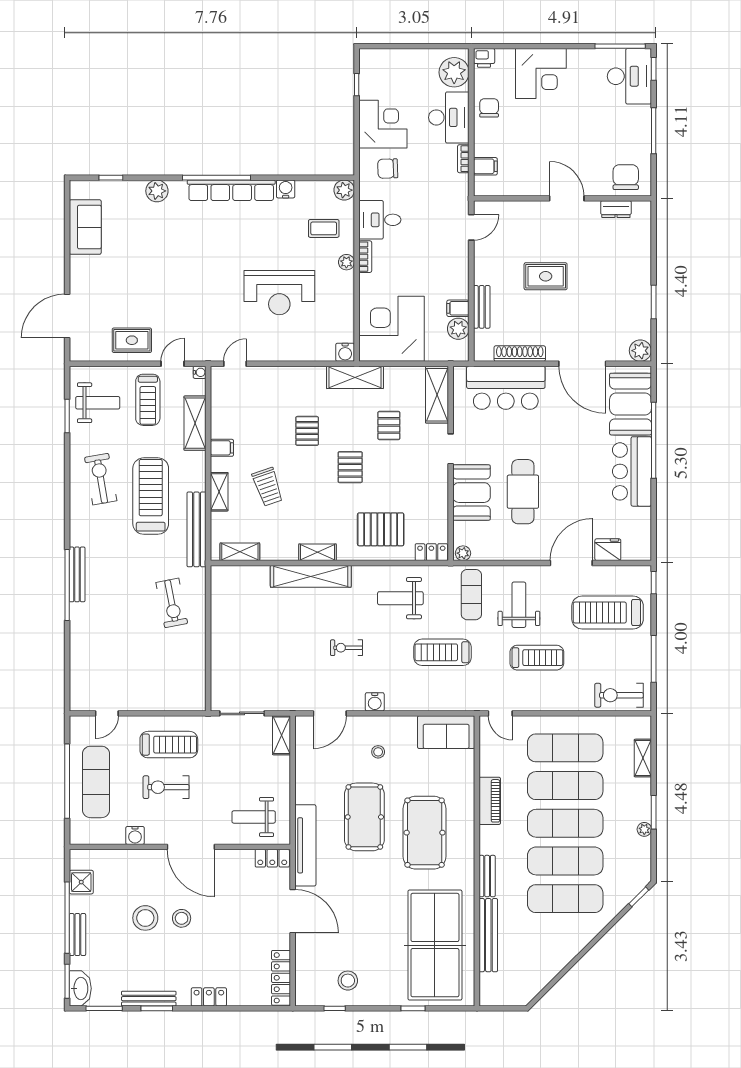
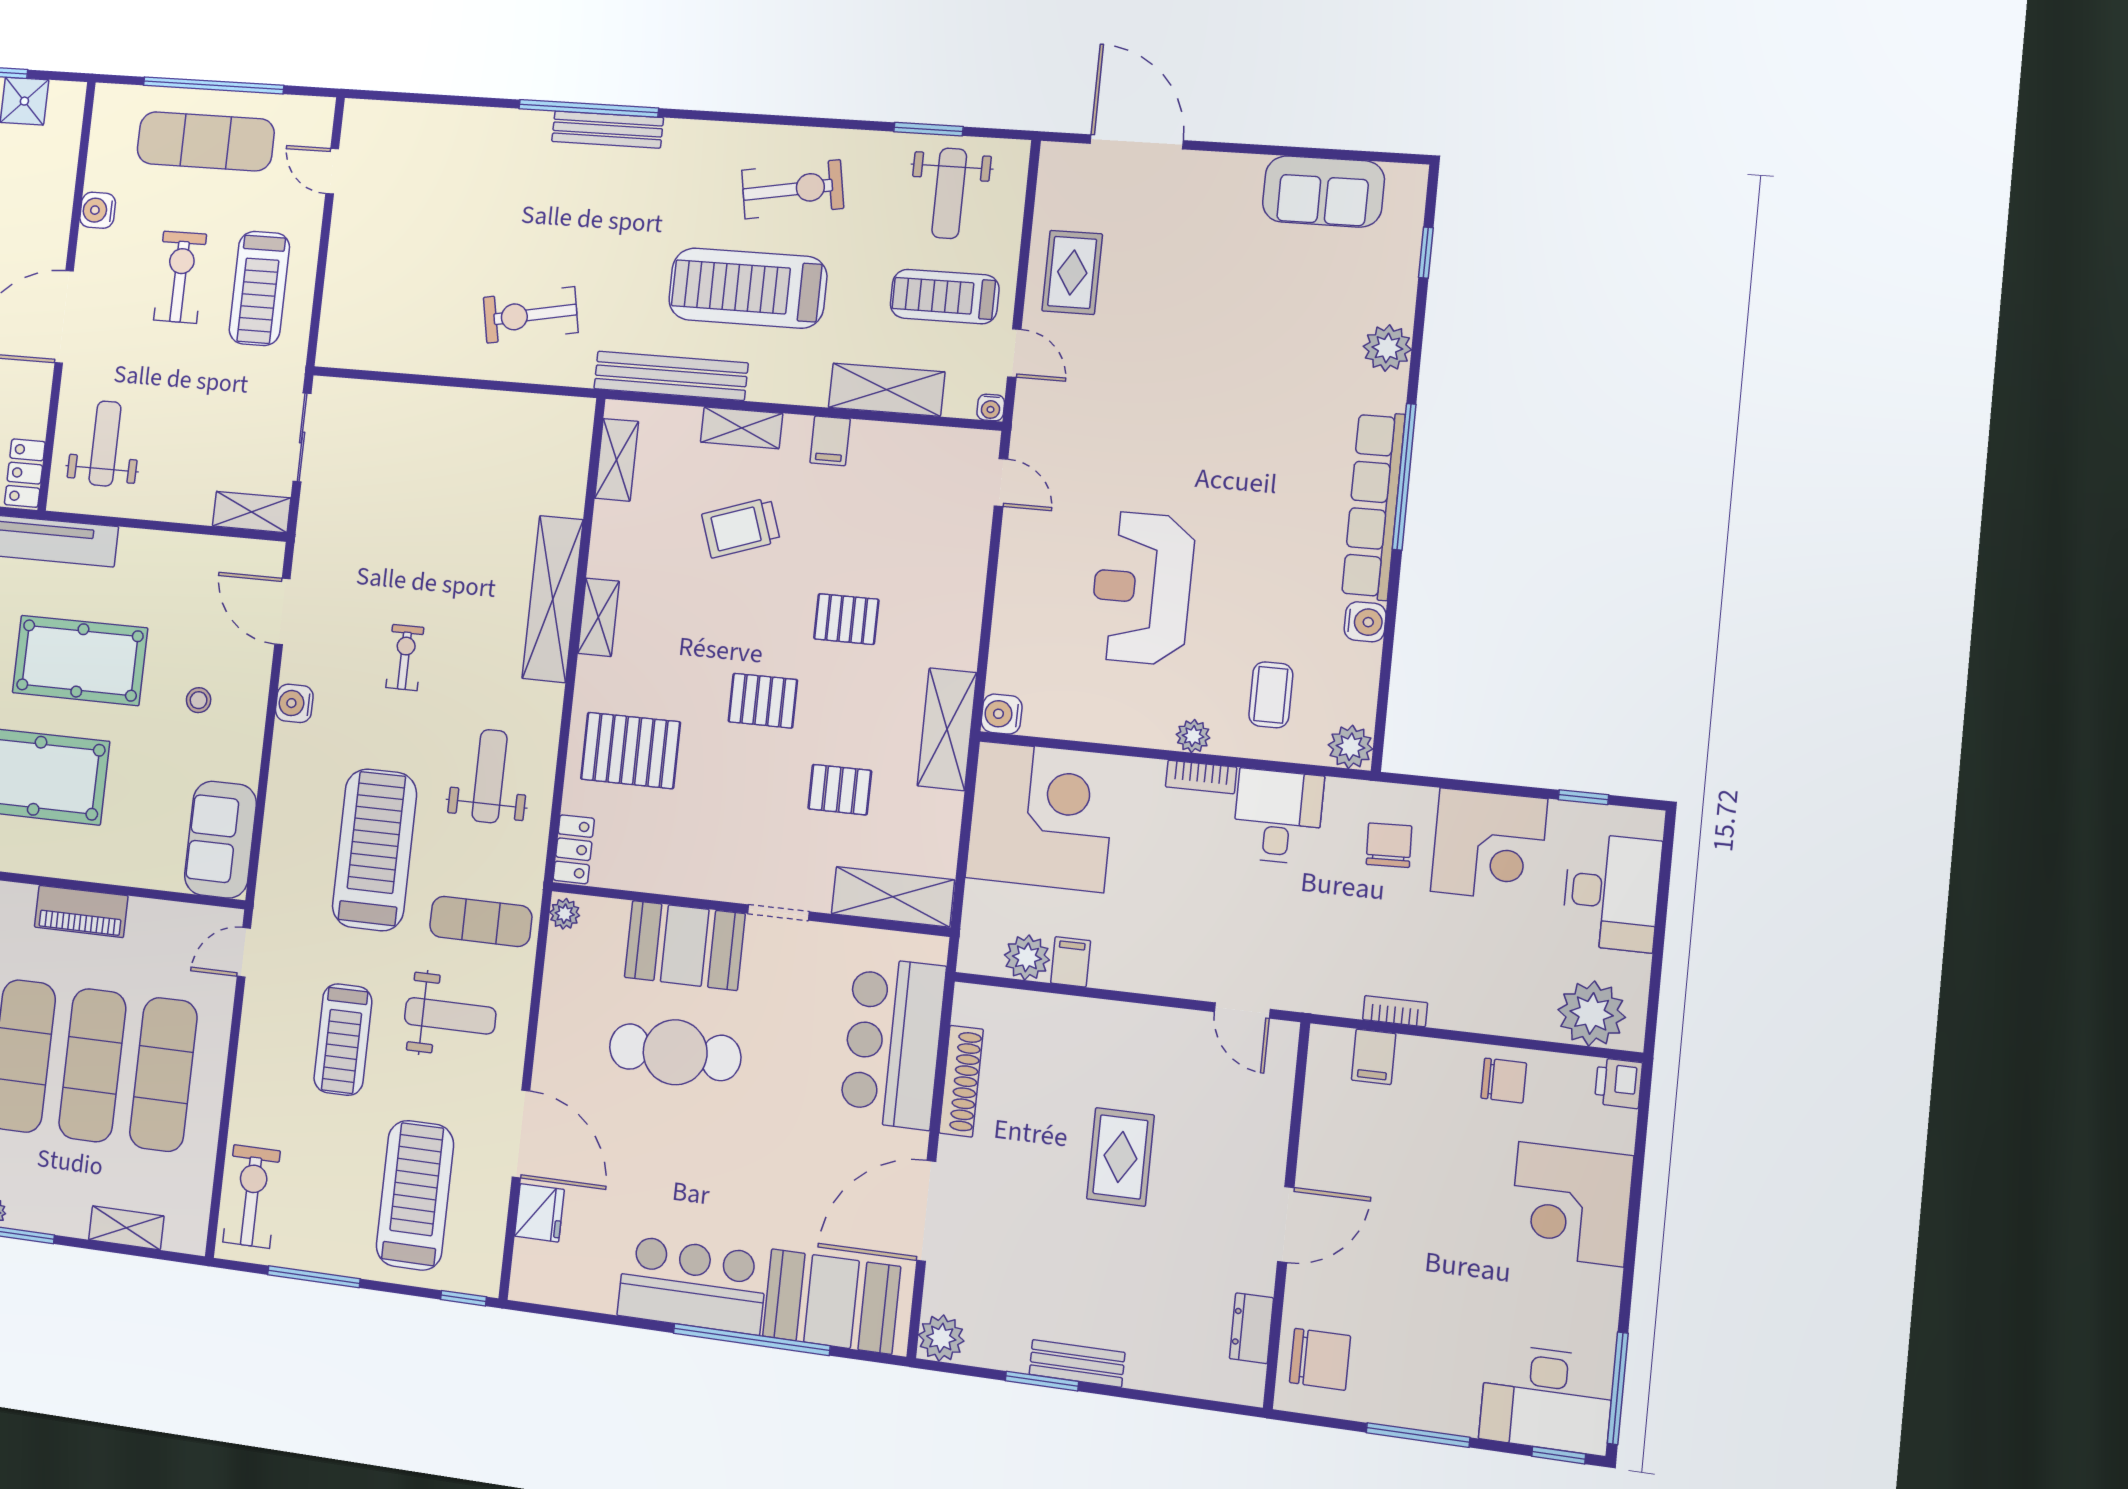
desk: (449, 117) -> (1612, 892), moved, turned -90
bench: (482, 307) -> (1077, 1363), moved
treadmill: (151, 496) -> (748, 288), turned 180
pallet: (381, 529) -> (630, 751), turned 90
treadmill: (443, 652) -> (374, 850), width x1.37, depth x1.38

